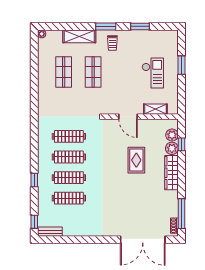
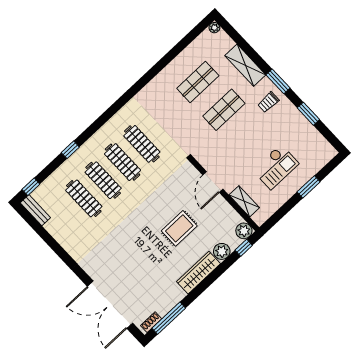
plant: (172, 135) -> (244, 231), moved
window: (181, 144) -> (244, 248), moved

